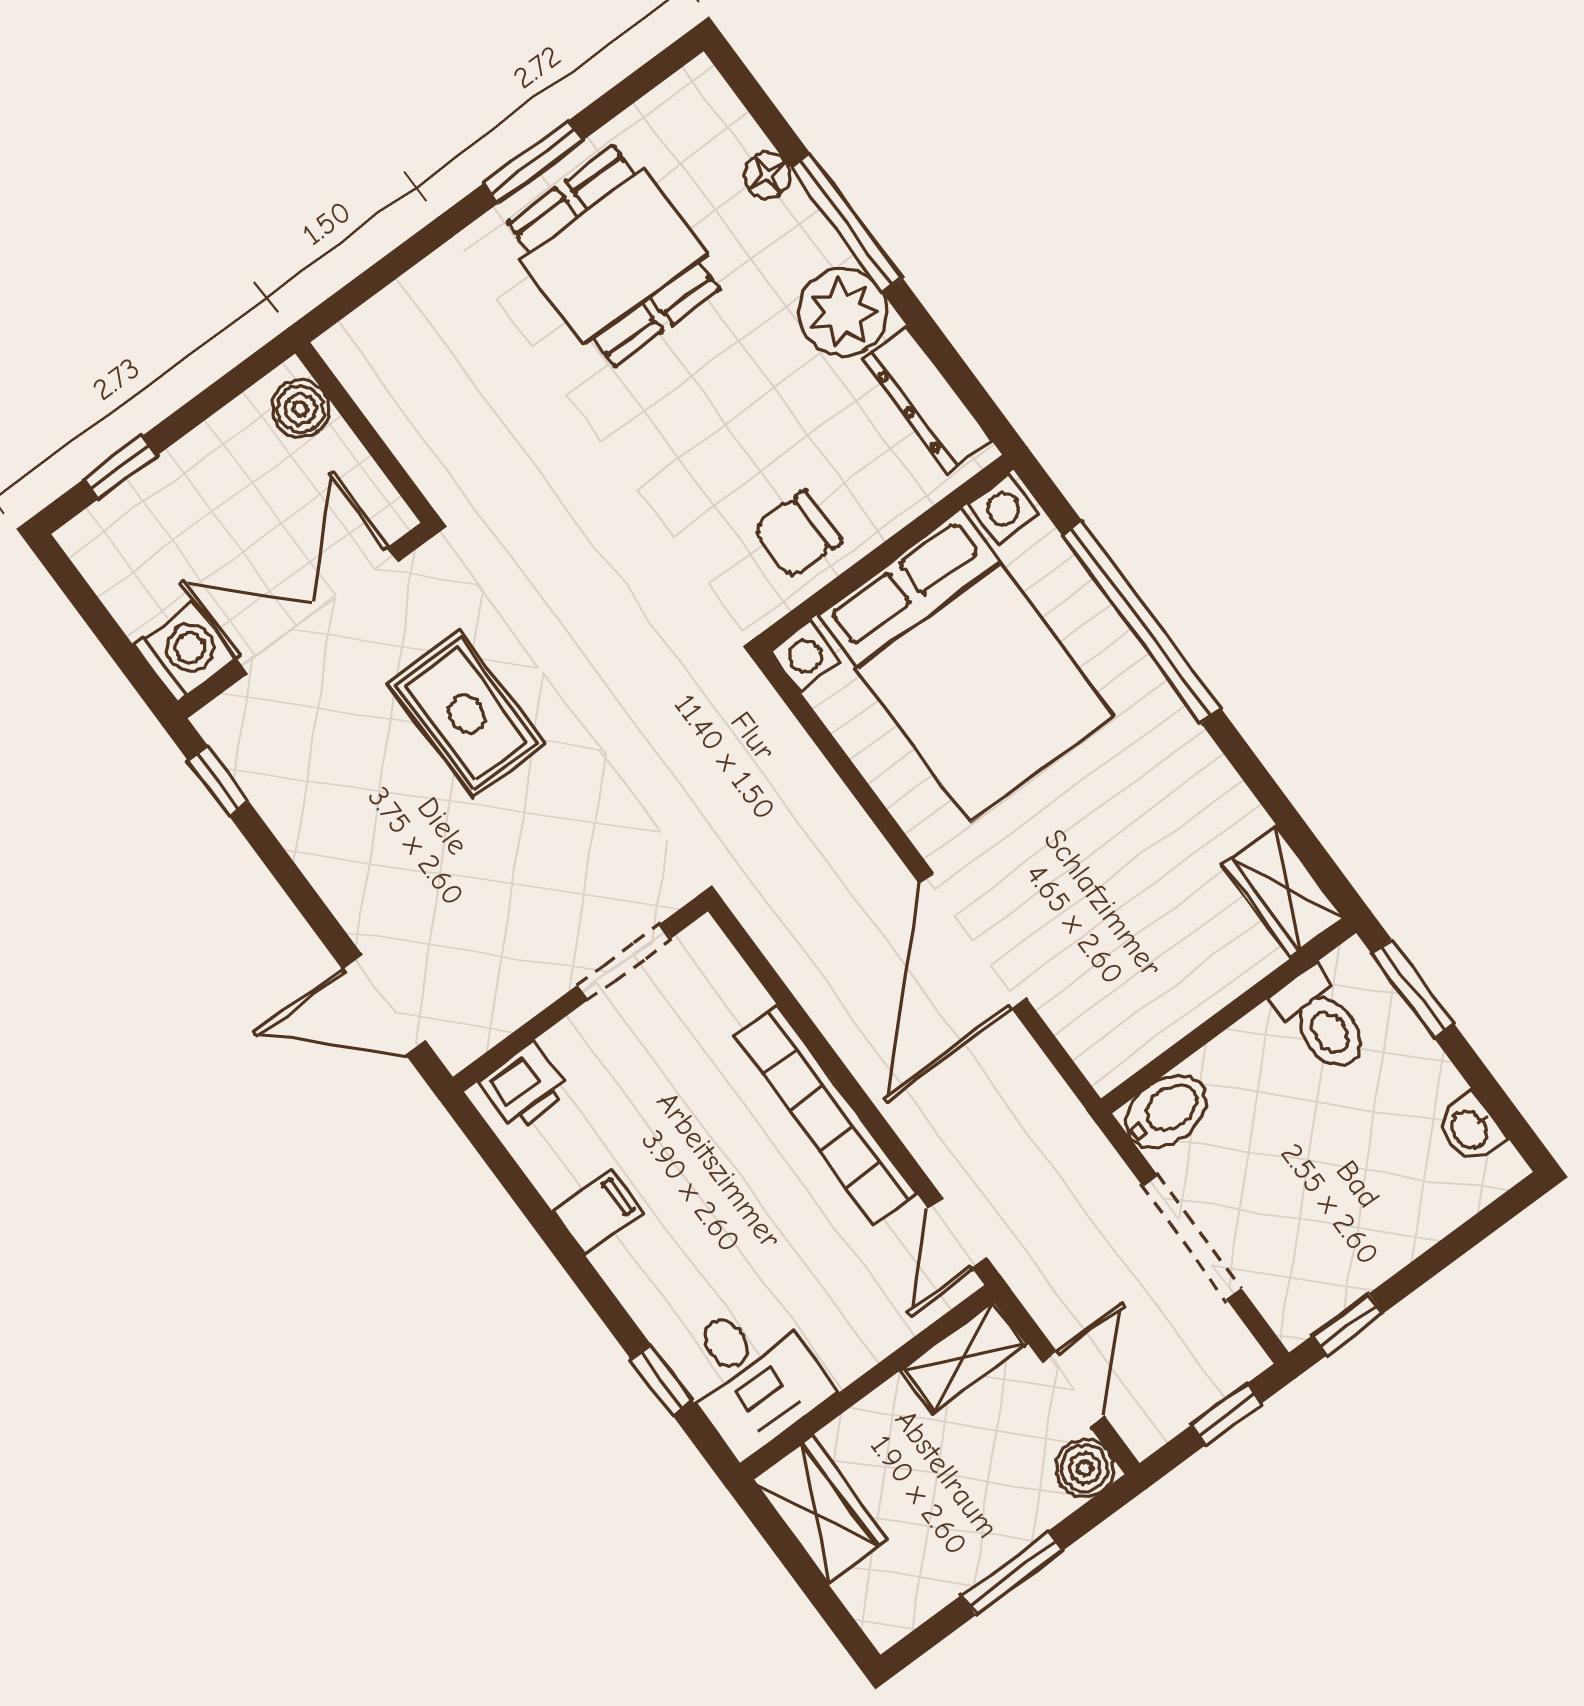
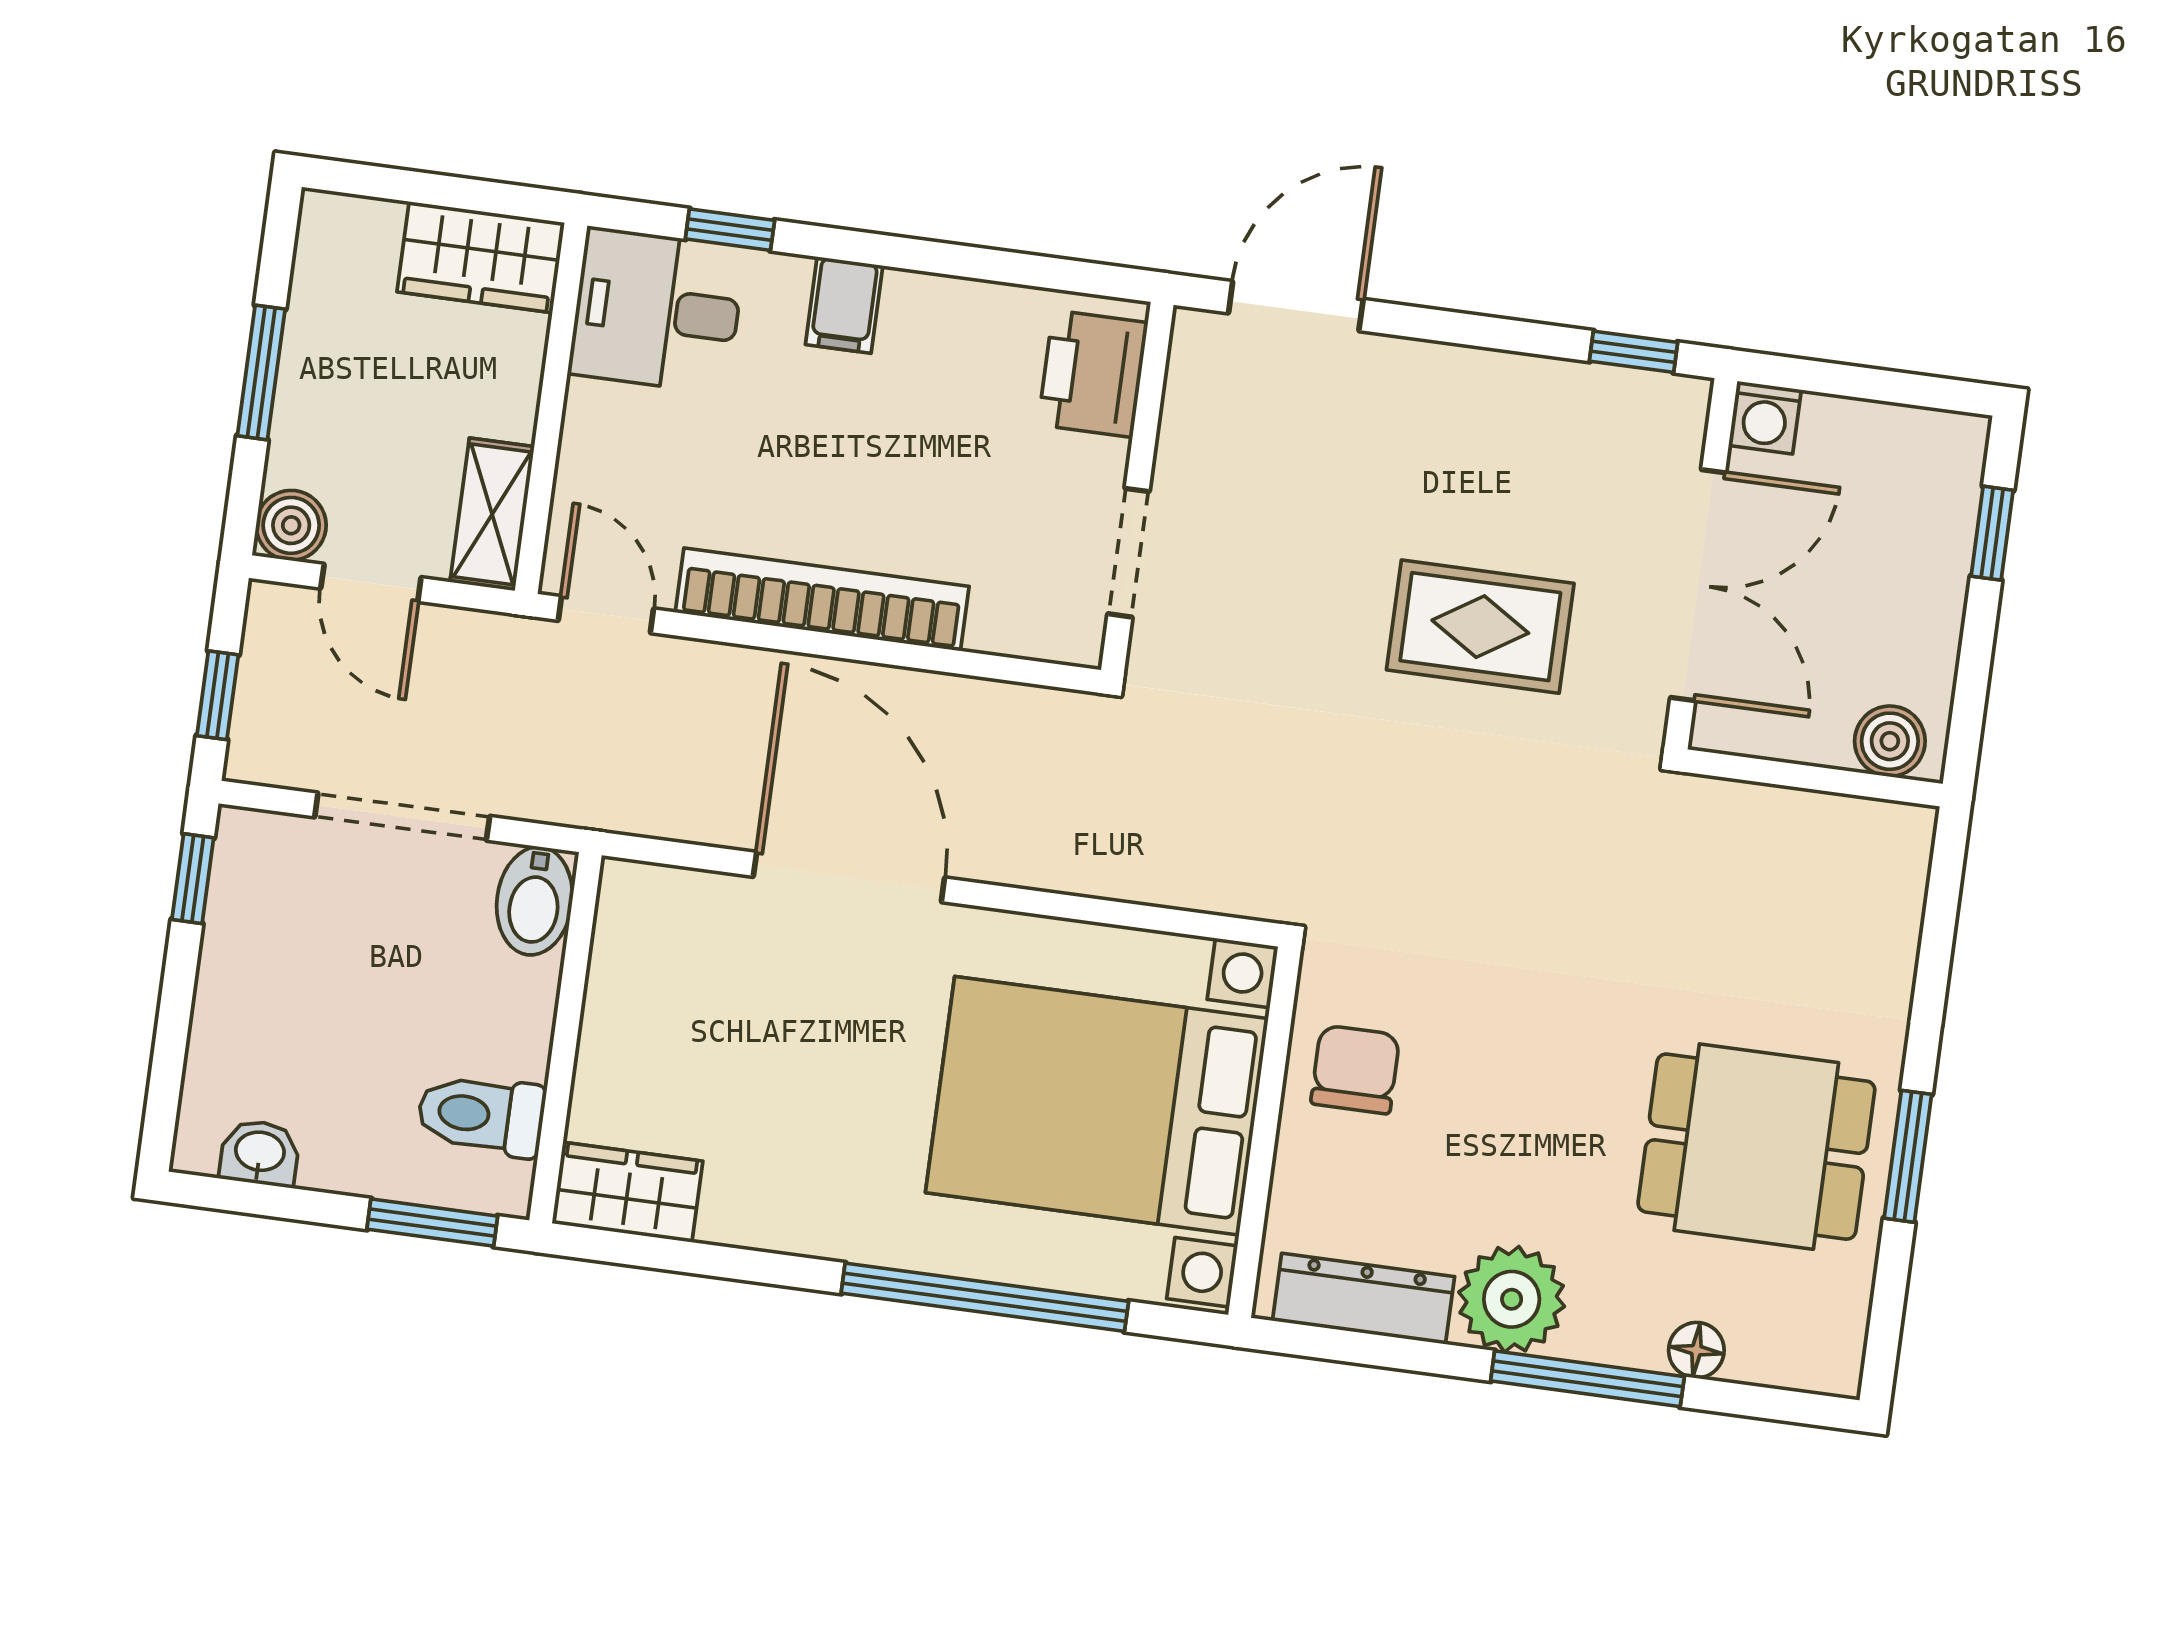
washing machine: (184, 652) -> (1765, 418), width x0.73, depth x0.73
printer: (524, 1086) -> (1093, 374), width x1.36, depth x1.24
filing cabinet: (598, 1212) -> (844, 305), moved

